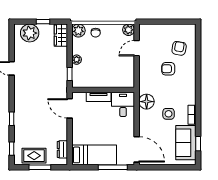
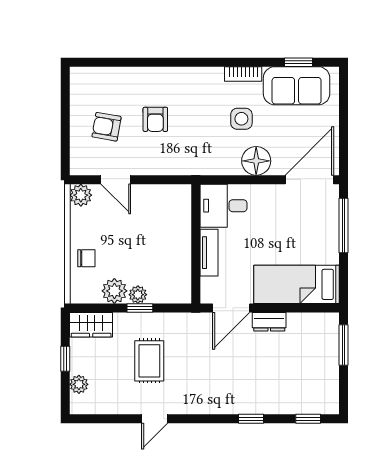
plant: (78, 31) -> (114, 291), moved
plant: (30, 33) -> (79, 384), width x0.53, depth x0.53
armchair: (179, 48) -> (107, 127), moved
window: (70, 74) -> (140, 308), moved
floor lamp: (147, 102) -> (256, 161), moved
dresser: (62, 149) -> (269, 322), moved
bed: (94, 155) -> (297, 284), moved, turned -90
rug: (34, 156) -> (149, 361), moved
window: (40, 167) -> (344, 345), moved

